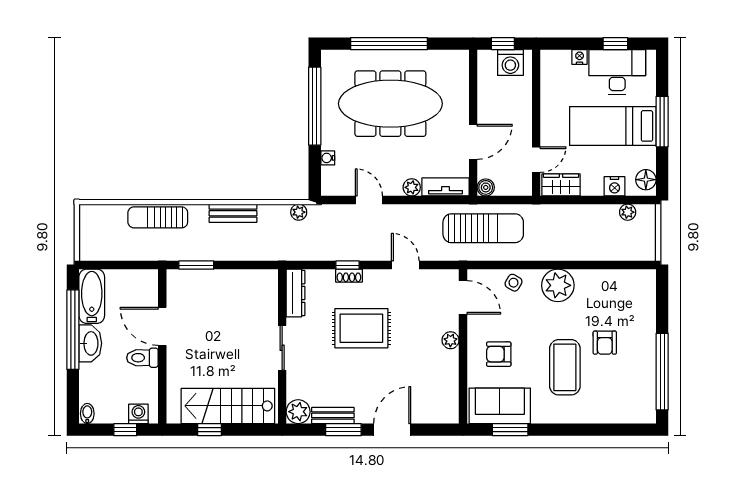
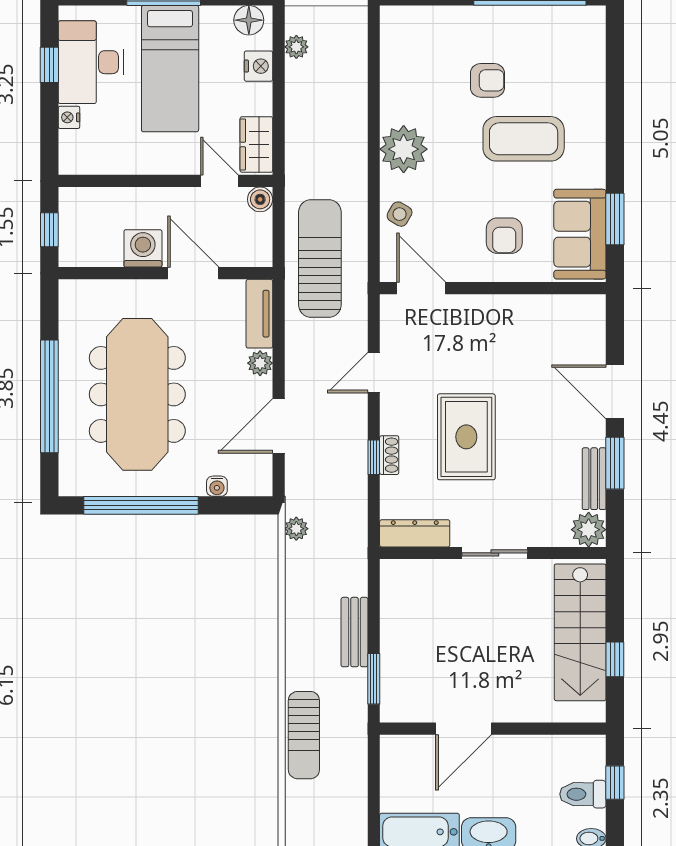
washing machine: (510, 63) -> (143, 248), moved, turned -90
boiler: (486, 187) -> (260, 199), moved
door: (369, 200) -> (279, 426), width x1.38
bench: (233, 213) -> (355, 632), moved
door: (463, 297) -> (421, 288), hinge flipped
plant: (450, 340) -> (484, 306), removed
toilet: (142, 358) -> (583, 794), moved, turned 90
washing machine: (138, 414) -> (592, 764), removed

